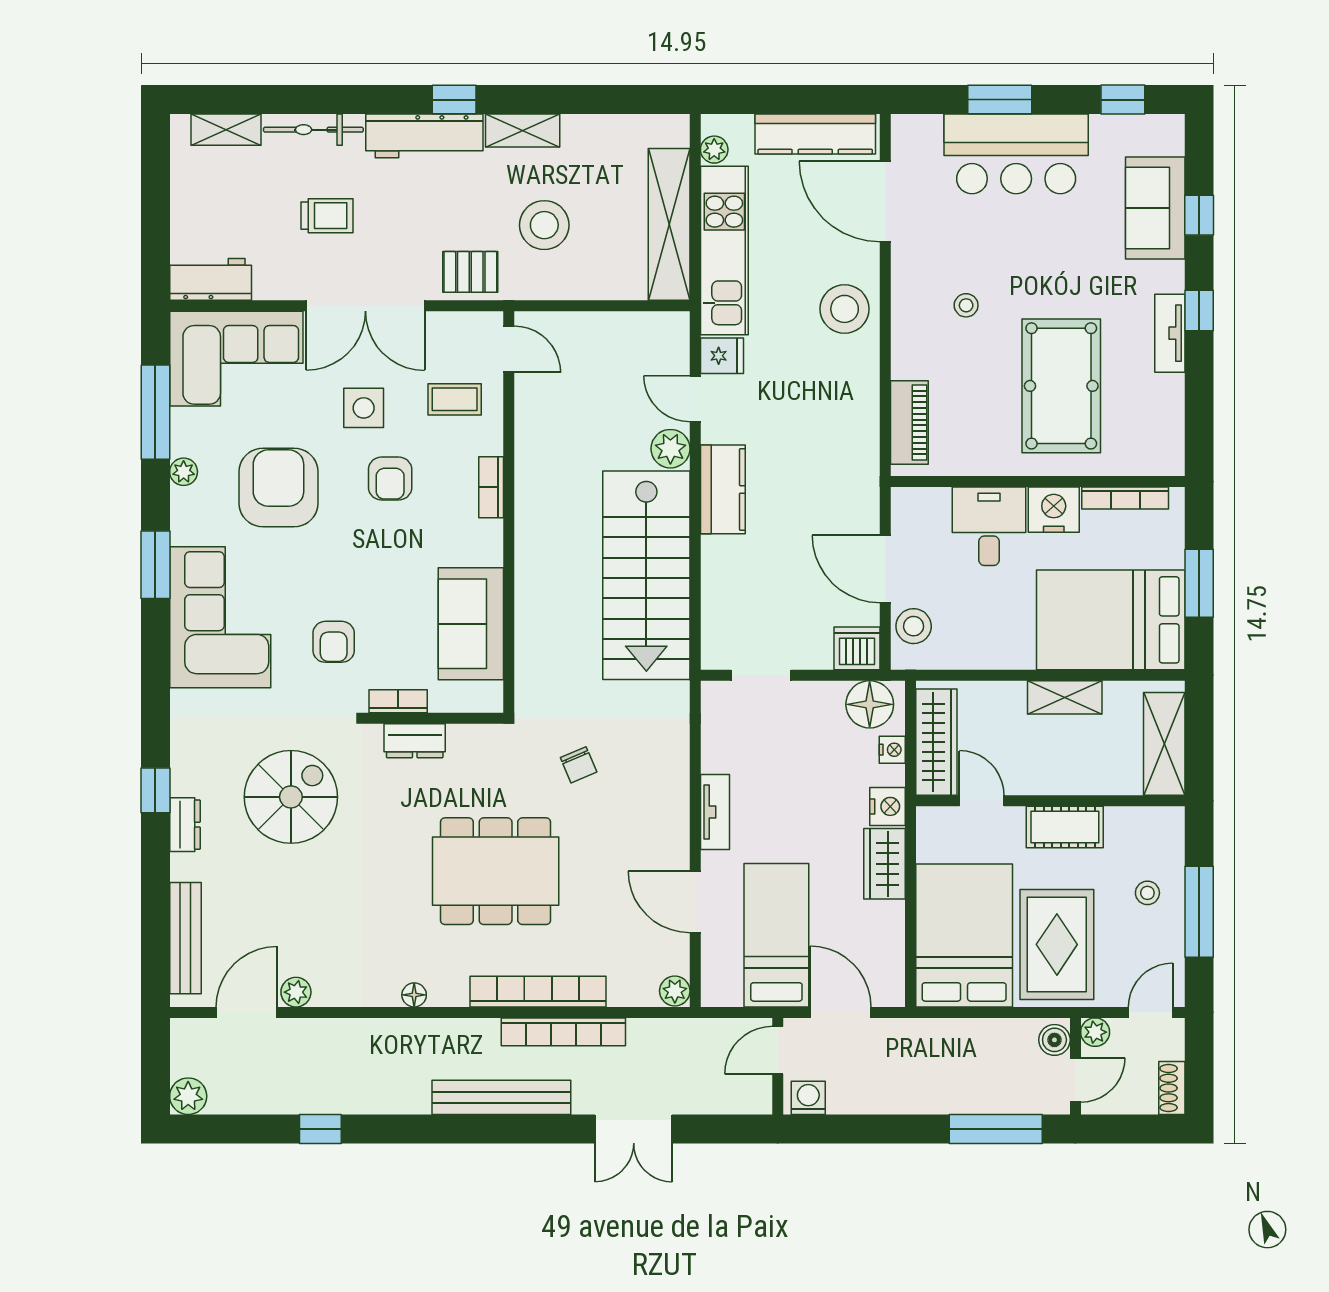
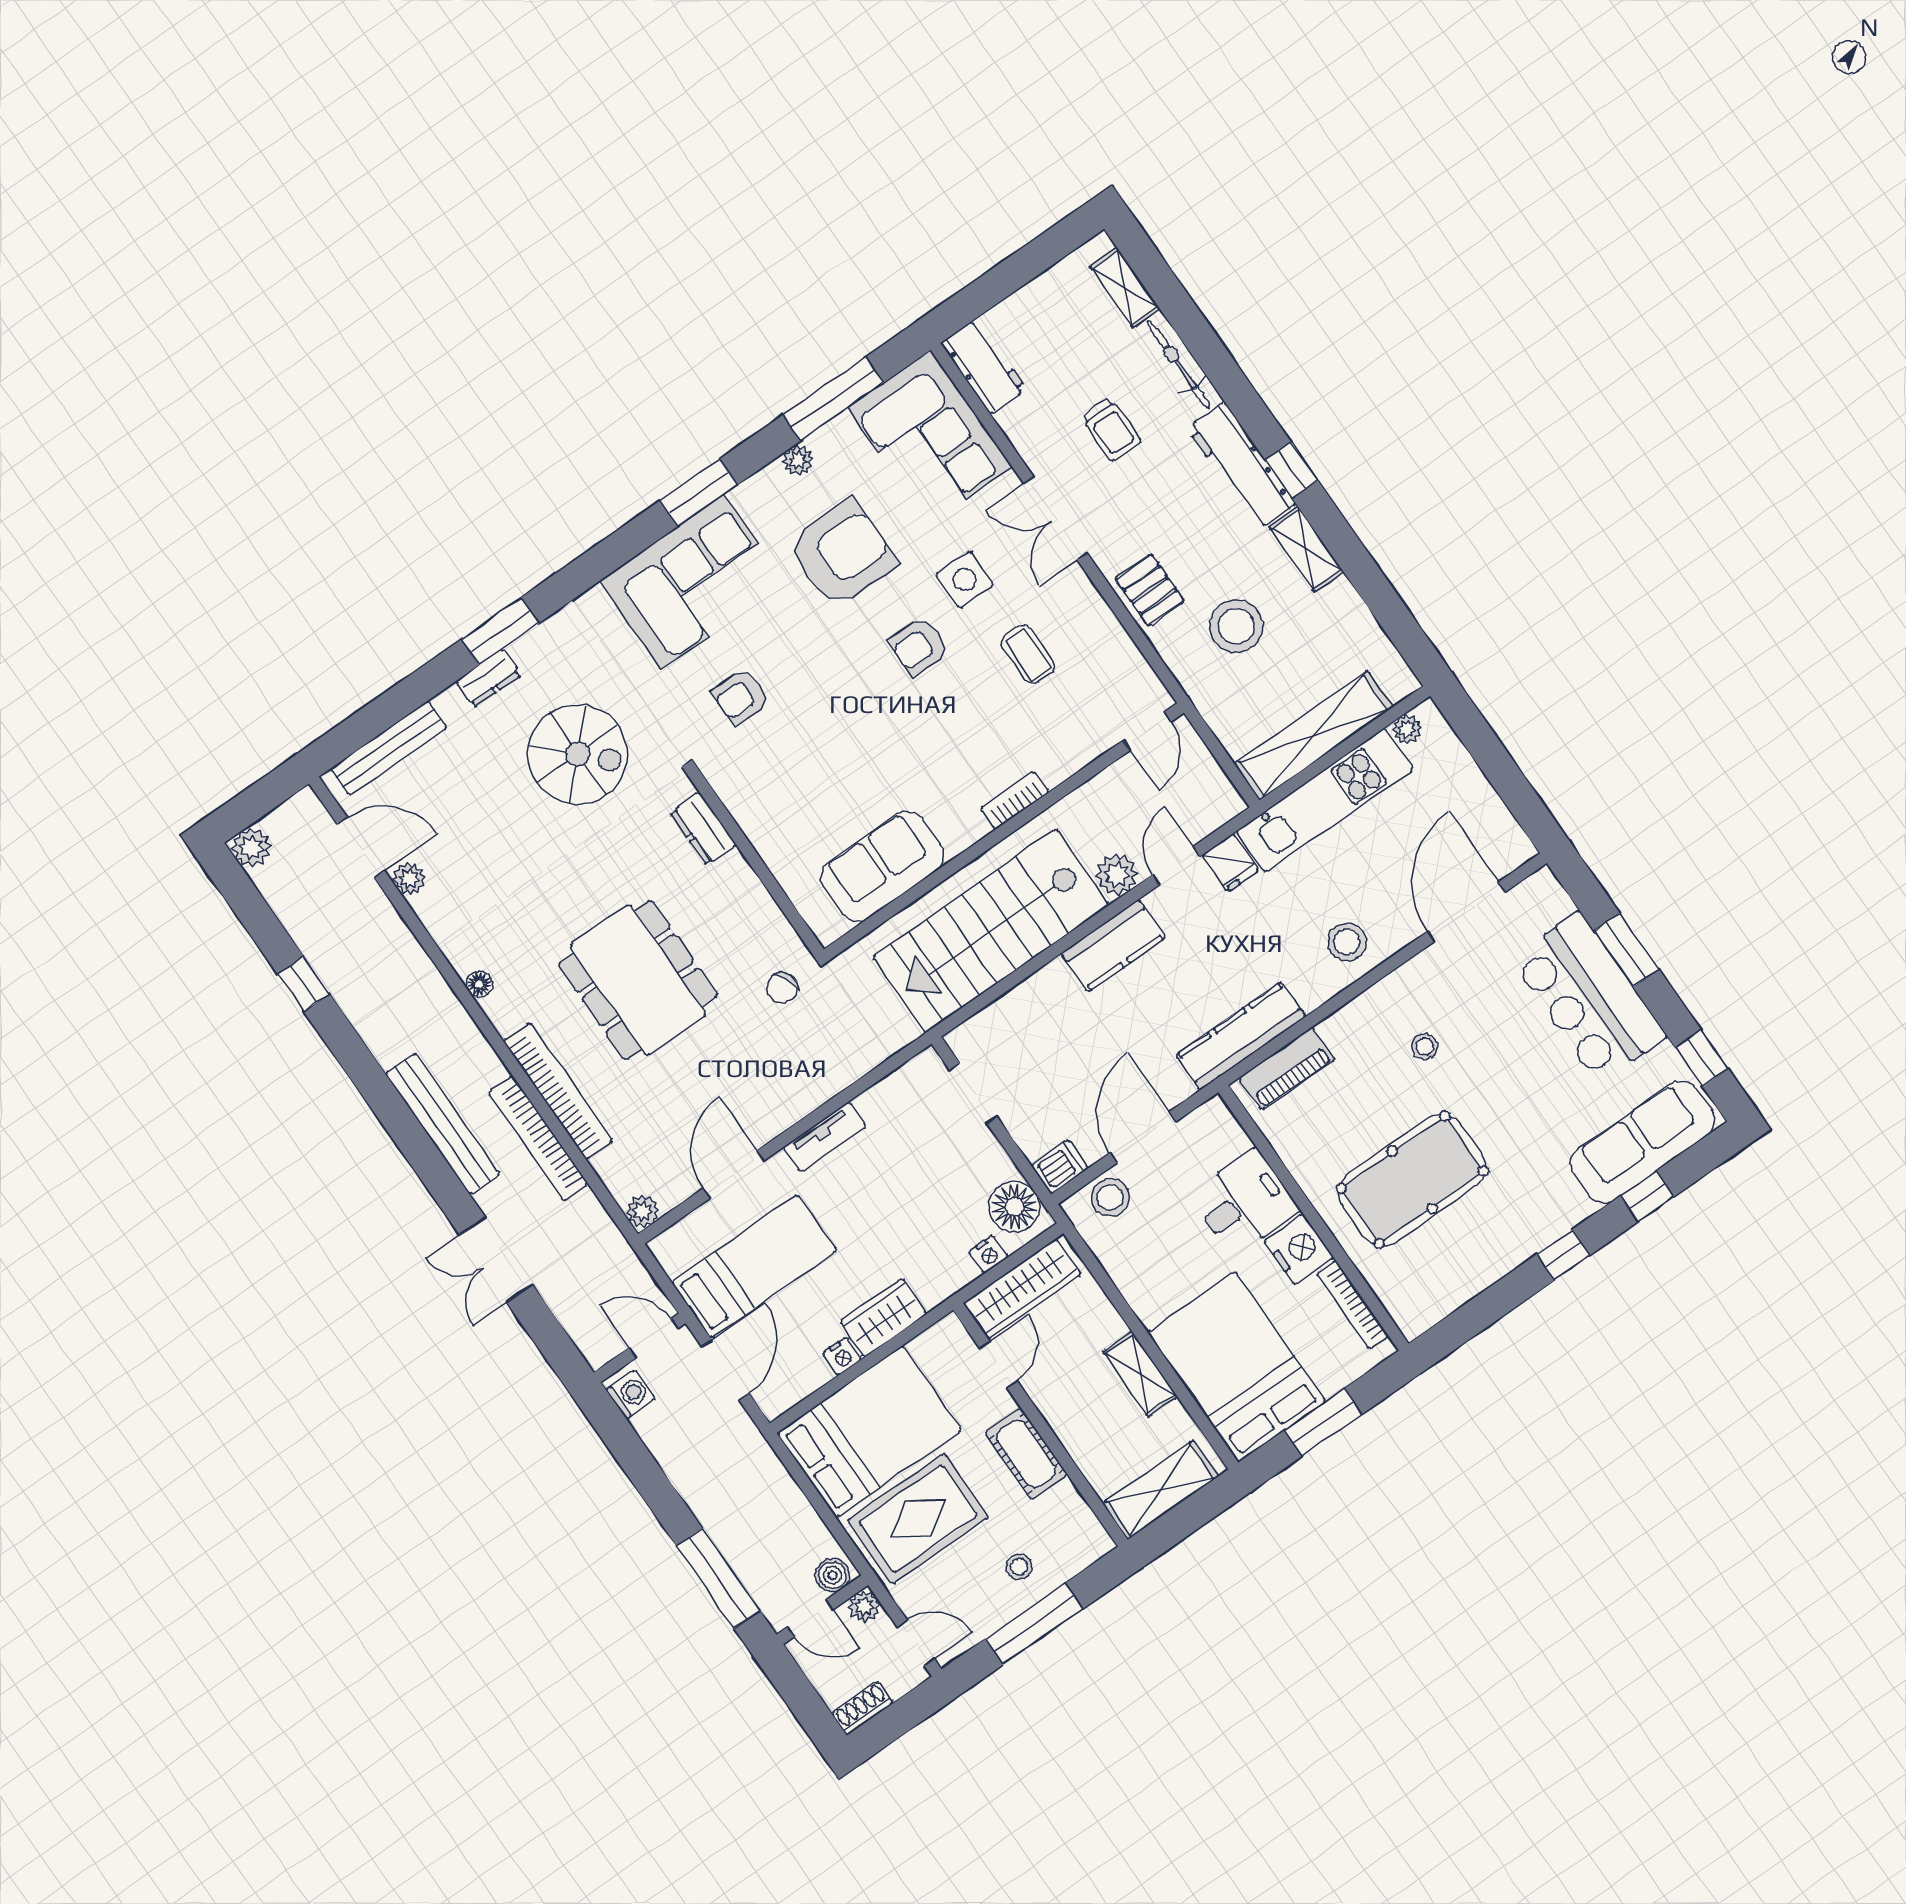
kitchen counter: (815, 134) -> (1241, 1036), moved, turned 90
sofa: (1155, 208) -> (1643, 1142), width x1.36
double door: (365, 306) -> (1056, 518), width x0.73
stool: (845, 309) -> (1347, 942), width x0.73, depth x0.73
tv unit: (1170, 333) -> (1525, 1243), removed
door: (509, 349) -> (1147, 731), moved
bookcase: (491, 487) -> (1015, 800), moved
wall: (509, 512) -> (1004, 831), moved
sofa: (471, 624) -> (882, 866), moved
dishwasher: (857, 648) -> (1060, 1167), width x0.73
bookcase: (398, 701) -> (728, 790), removed
window: (155, 790) -> (500, 631), width x1.50
nightstand: (887, 806) -> (842, 1356), moved, width x0.72, depth x0.74

